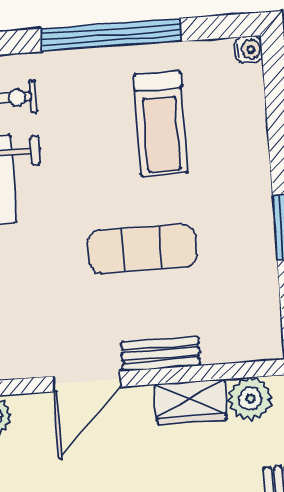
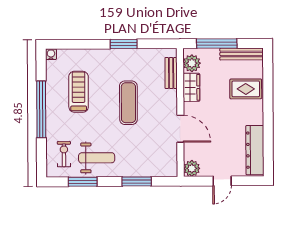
treadmill: (161, 124) -> (79, 92), turned -90
bench: (161, 354) -> (171, 73), moved

